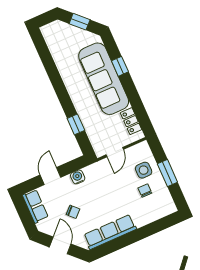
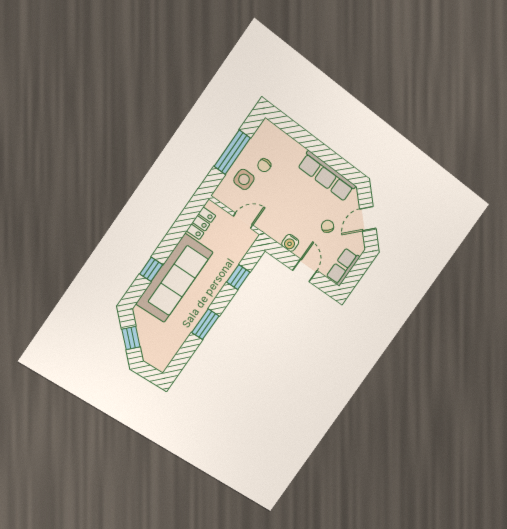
window: (56, 80) -> (205, 324), added
window: (167, 173) -> (232, 152), width x1.44
door: (50, 176) -> (305, 270), swing flipped

